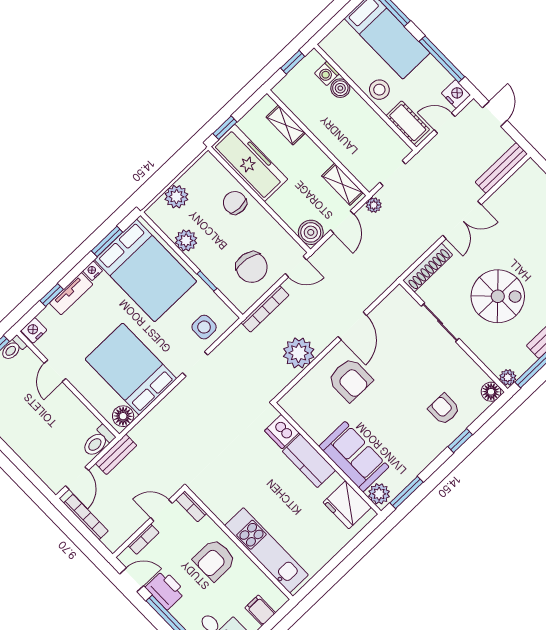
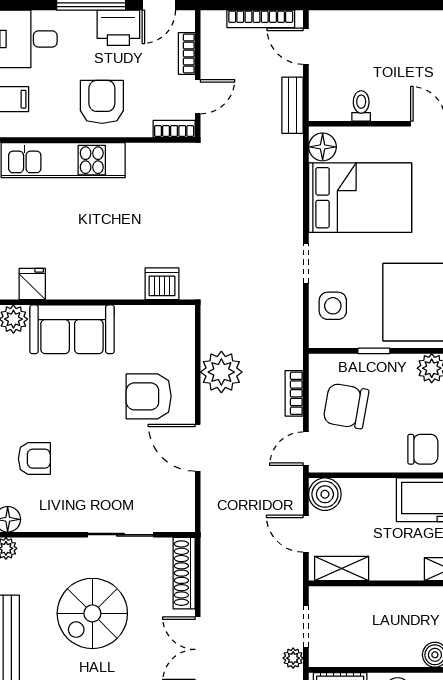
plant: (374, 205) -> (293, 658), moved
bookcase: (265, 309) -> (294, 393), width x0.64
toilet: (98, 441) -> (361, 106), moved, width x0.73, depth x0.72
kitchen counter: (309, 461) -> (109, 283), removed
fridge: (347, 505) -> (32, 284), width x0.53, depth x0.75

